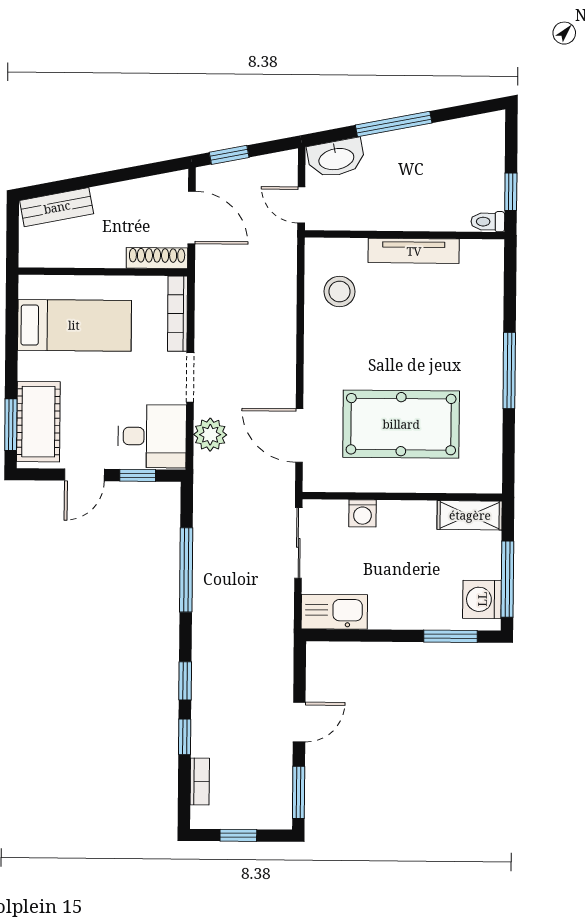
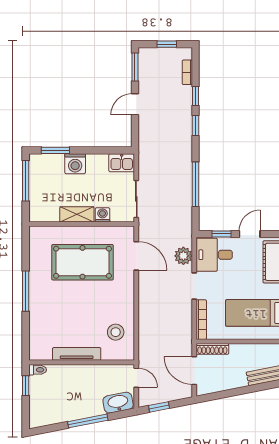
window: (229, 155) -> (159, 407), moved
shelving: (470, 515) -> (77, 214), moved
washing machine: (482, 599) -> (75, 164), moved, turned 90
kitchen sink: (334, 612) -> (122, 163), width x0.73

